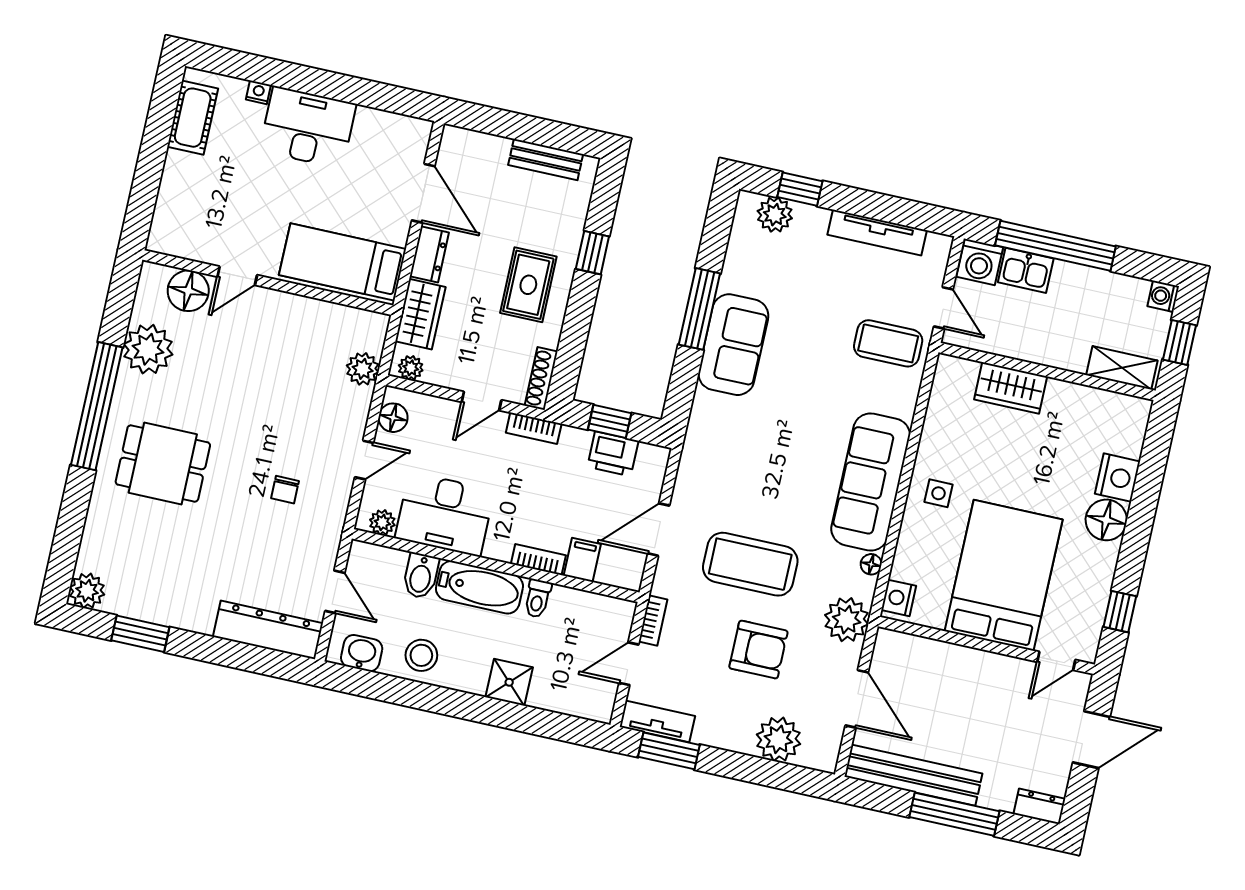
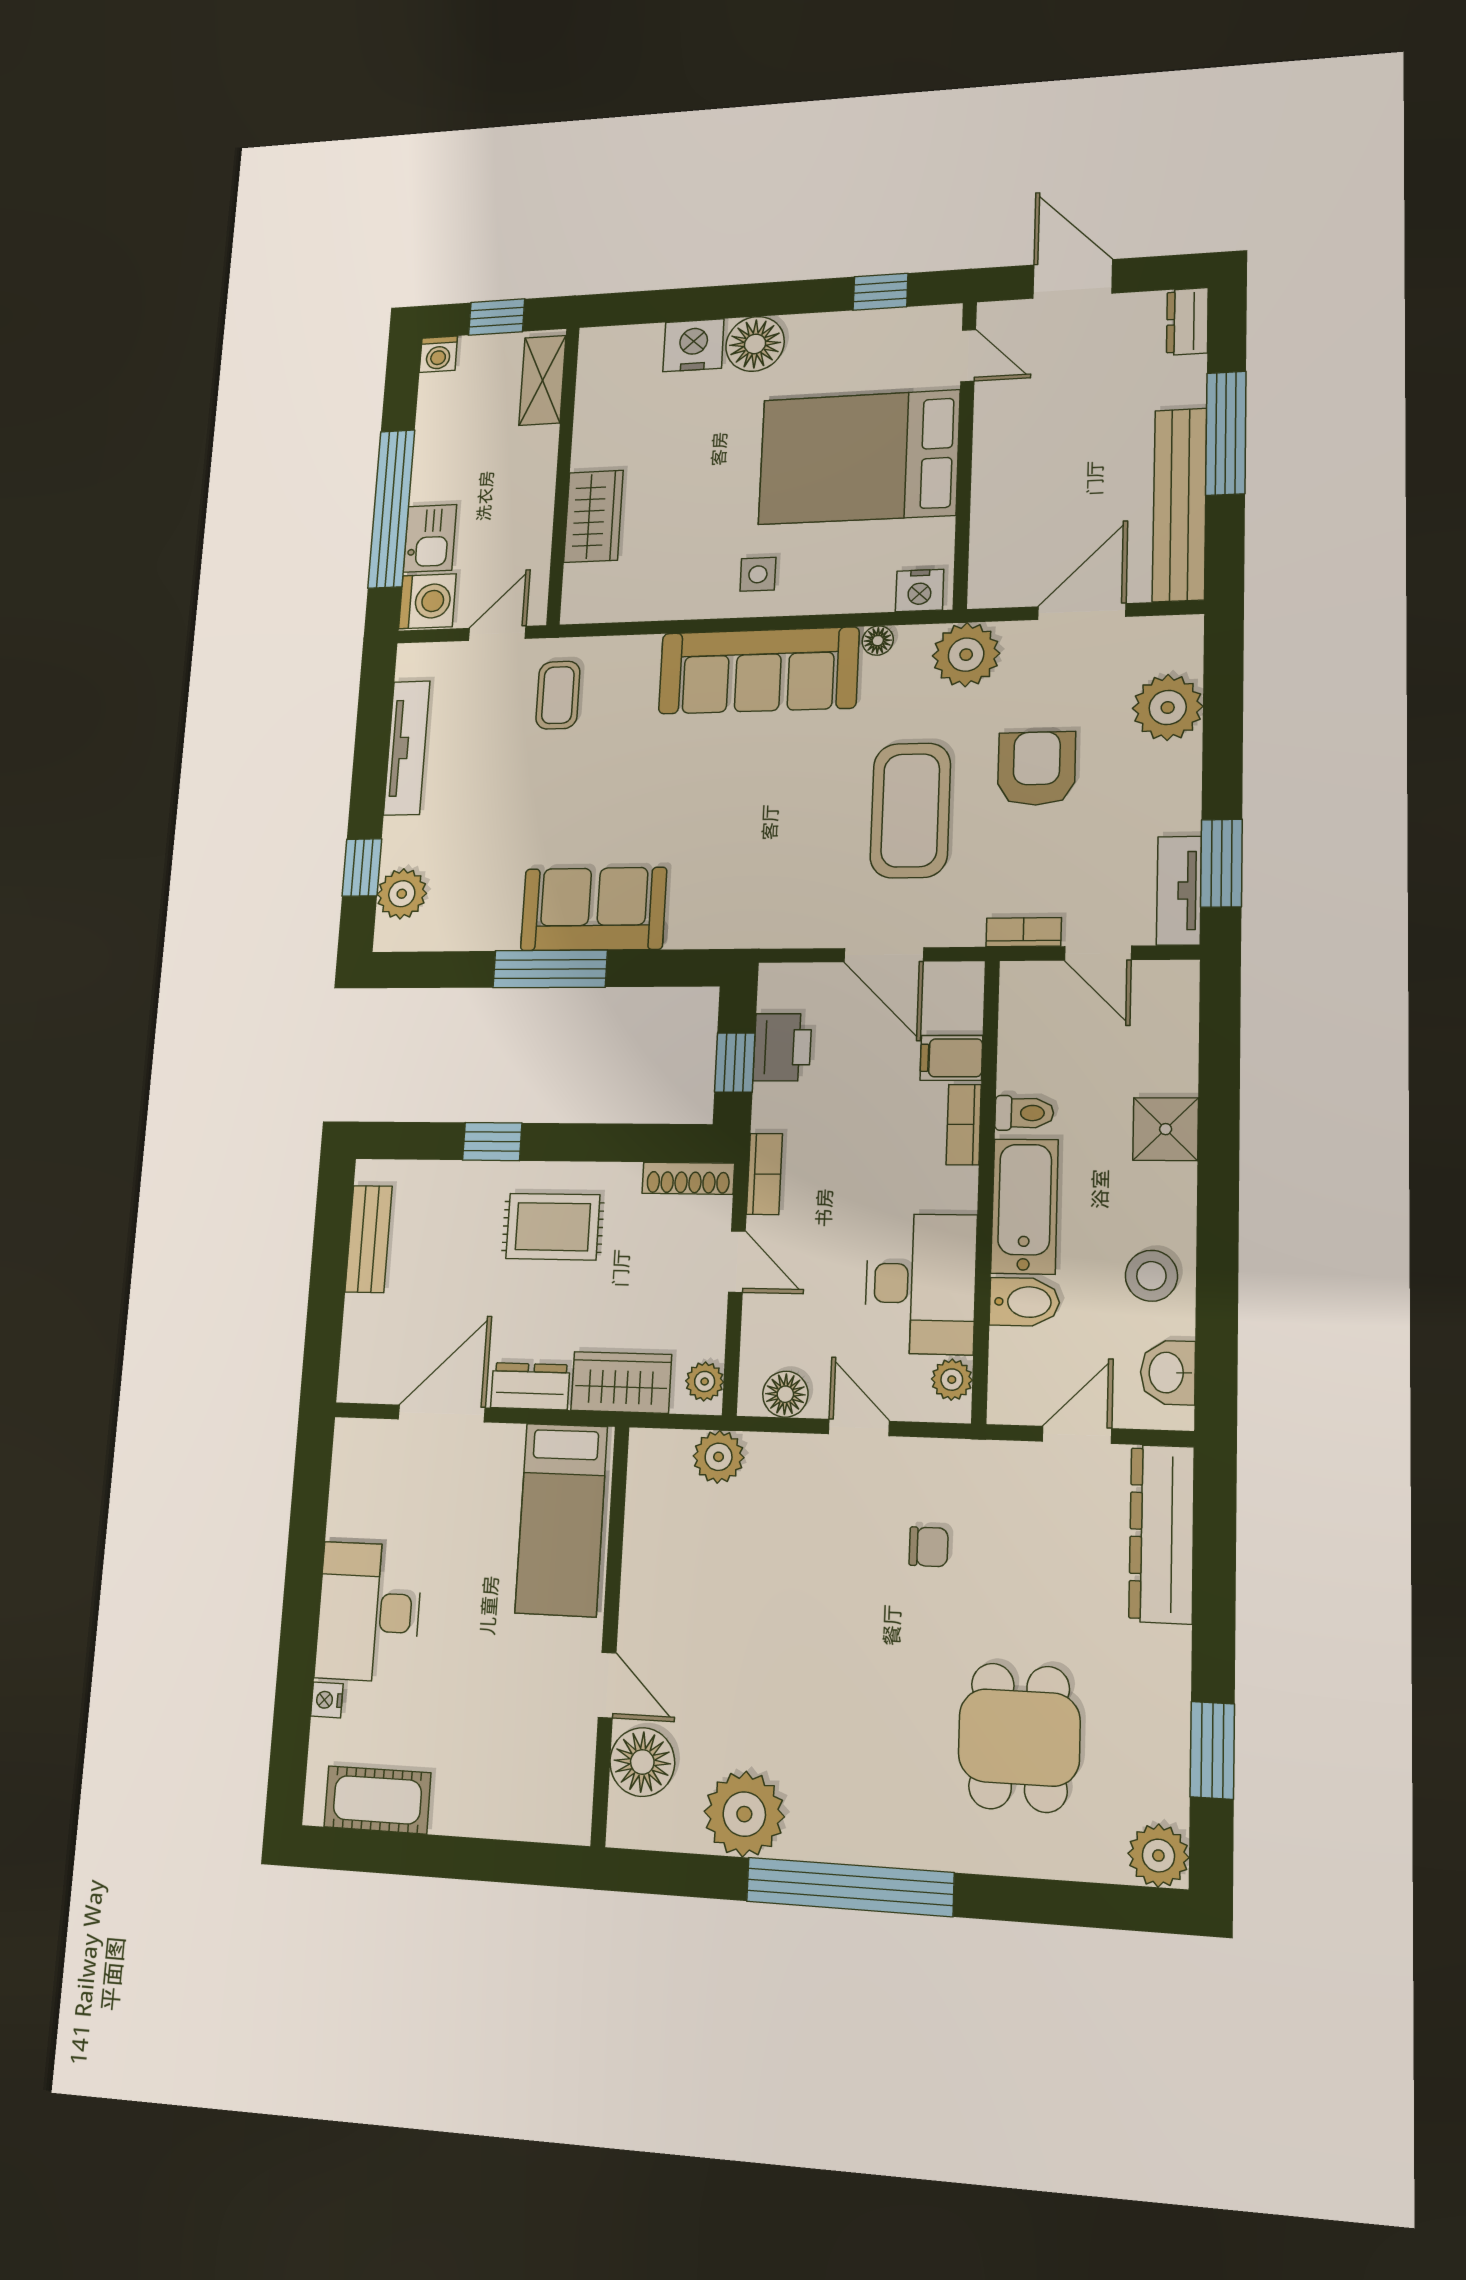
coffee table: (888, 343) -> (558, 695), width x0.73, depth x0.77
dining table: (163, 463) -> (1019, 1737), moved

